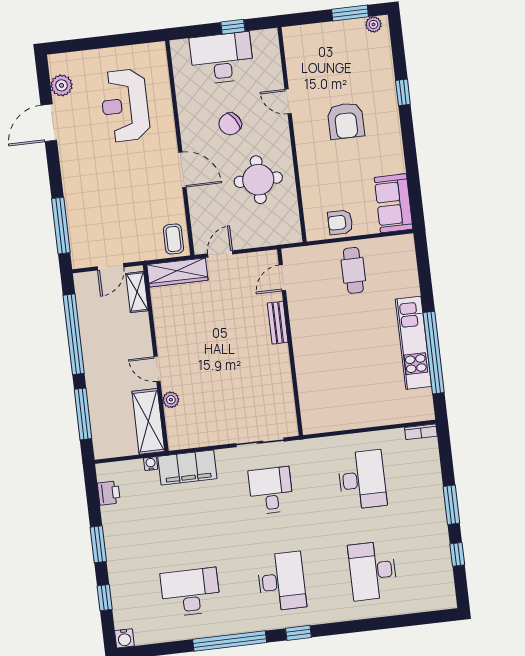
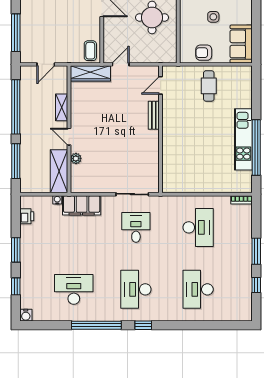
side table: (348, 168) -> (213, 17), added
shelving: (137, 292) -> (62, 107), moved
desk: (282, 581) -> (136, 289), turned 180

